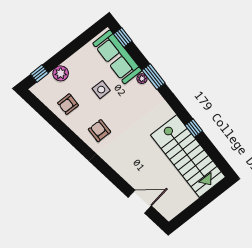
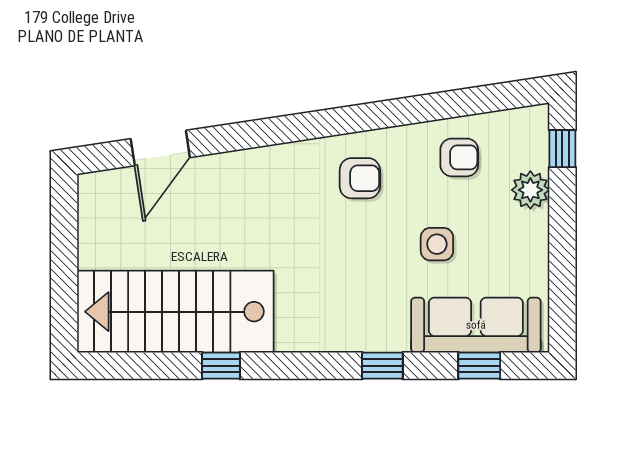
window: (123, 37) -> (479, 366), moved
window: (153, 77) -> (382, 366), width x0.67
plant: (142, 79) -> (396, 340), removed
armchair: (68, 104) -> (459, 157), turned 90

